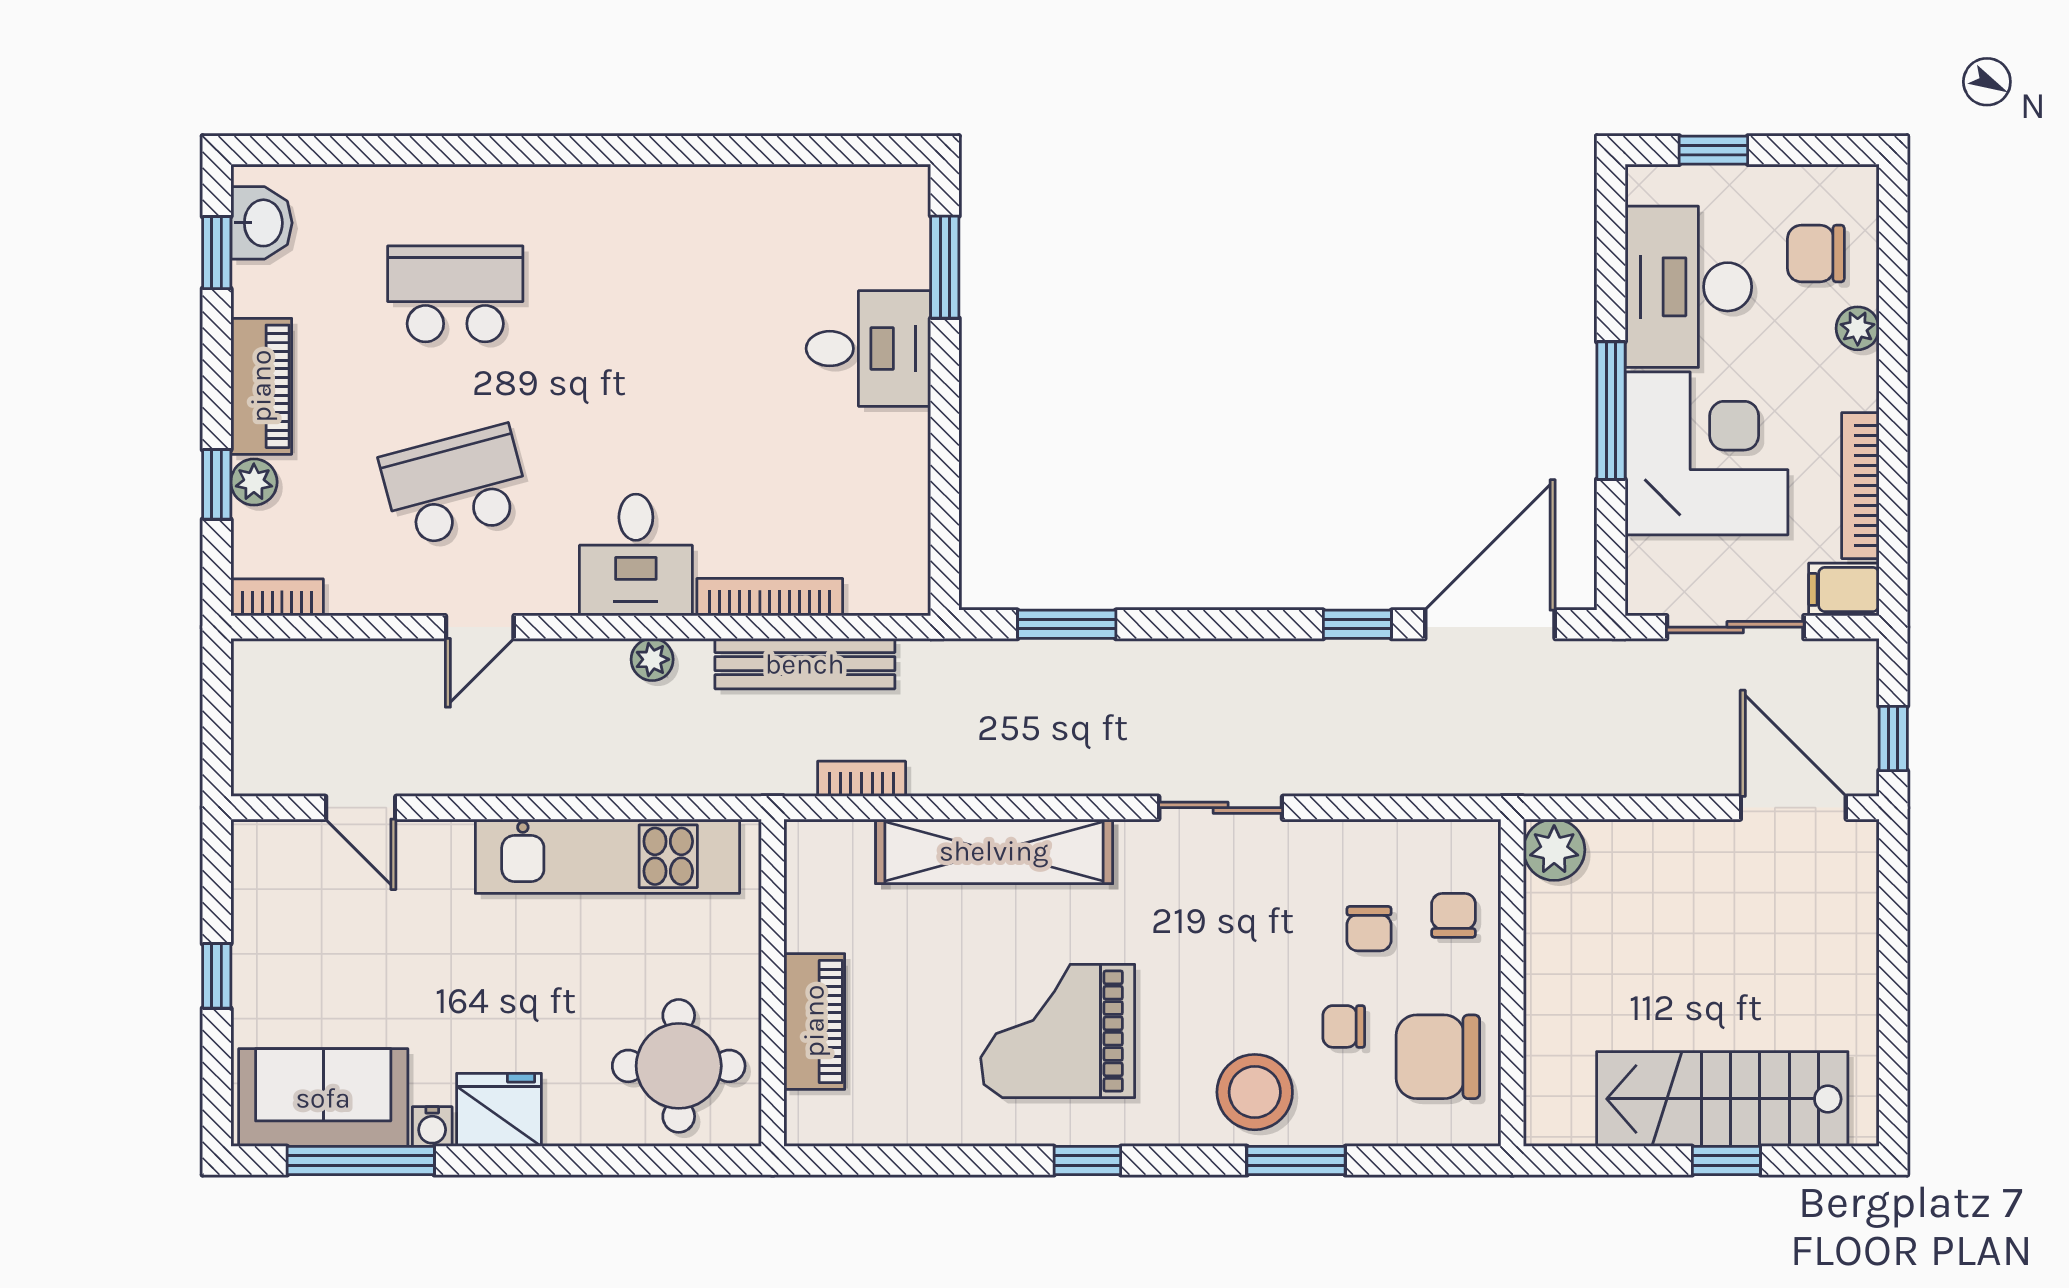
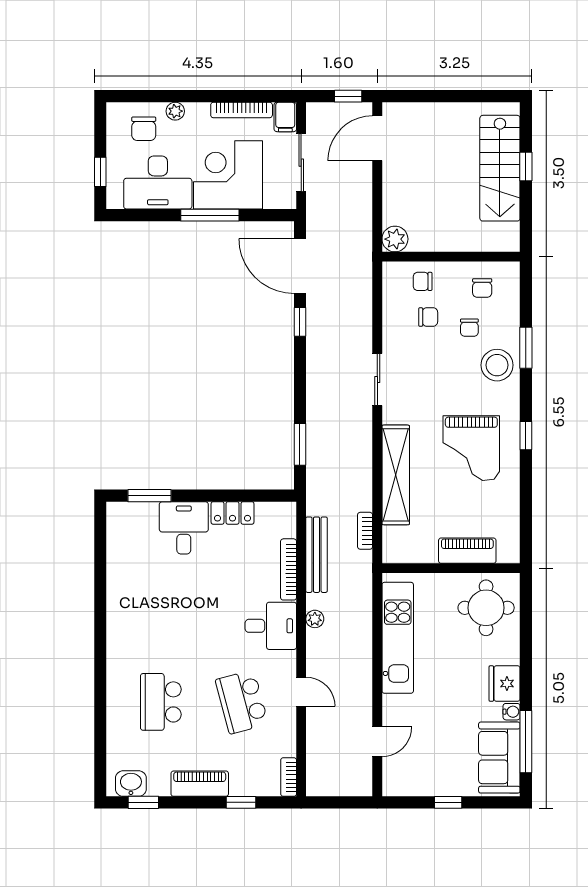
locker: (904, 464) -> (233, 513), added
plant: (254, 482) -> (240, 787), removed
chair: (1438, 1057) -> (482, 288), width x0.54, depth x0.54

